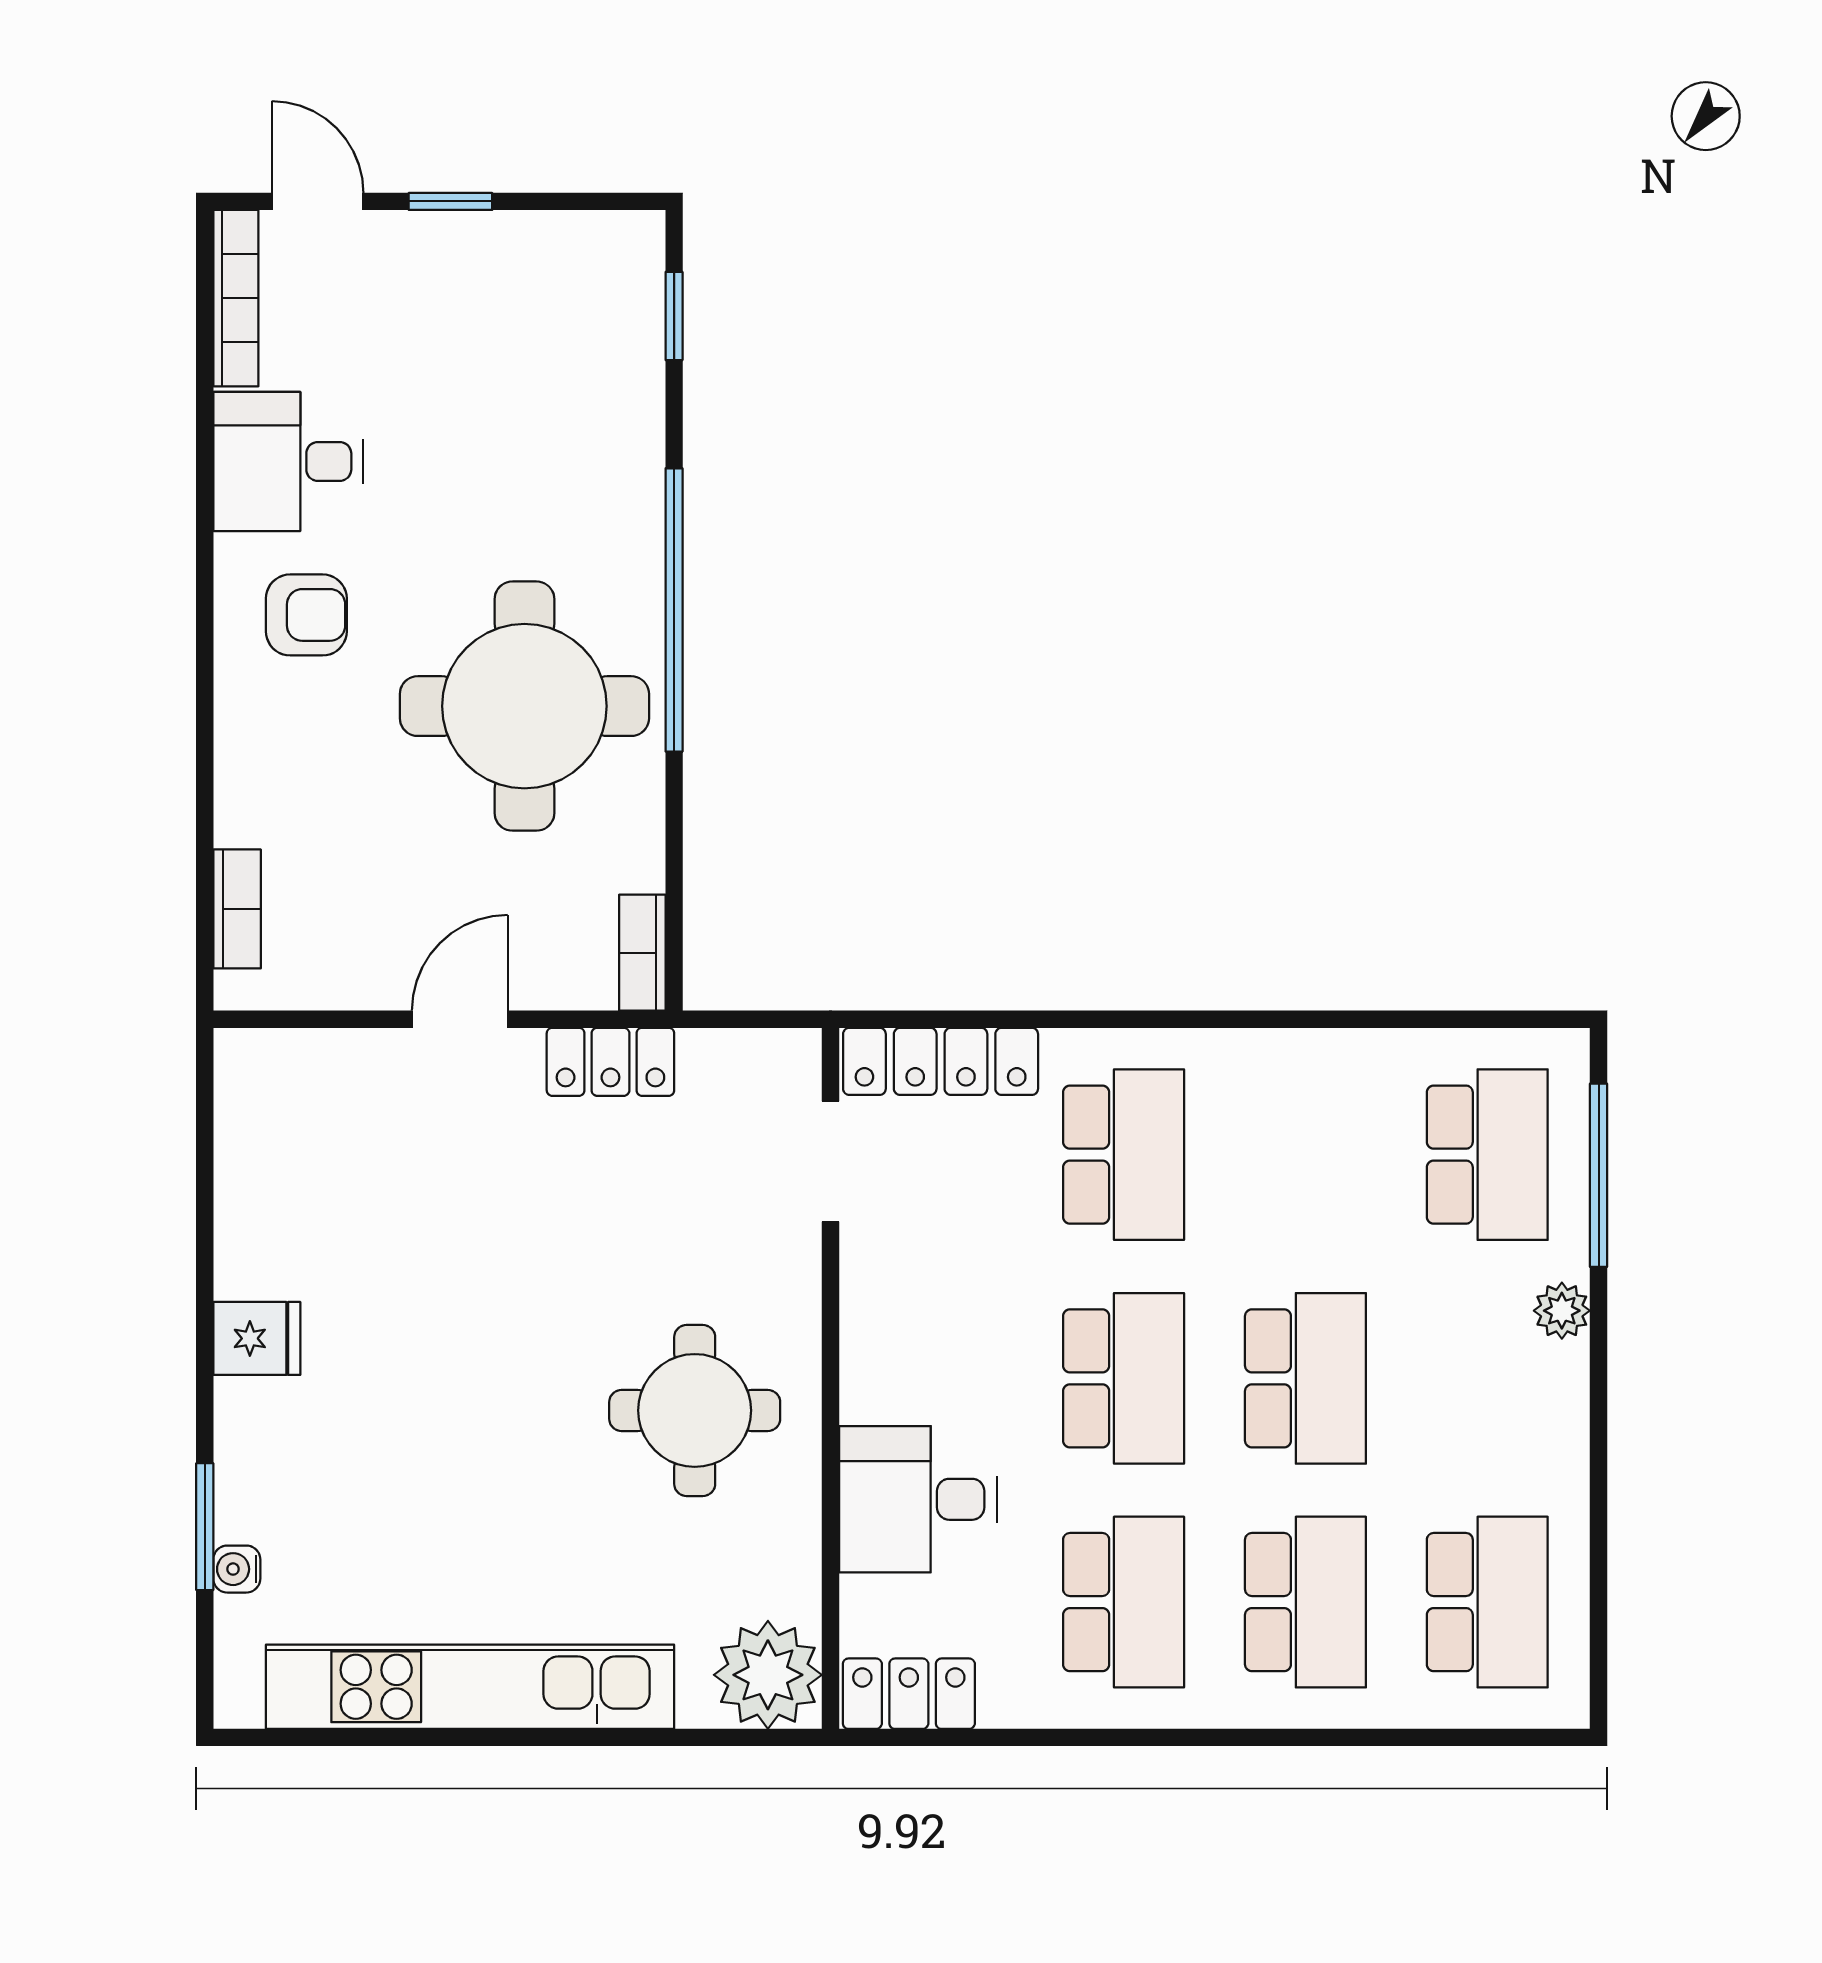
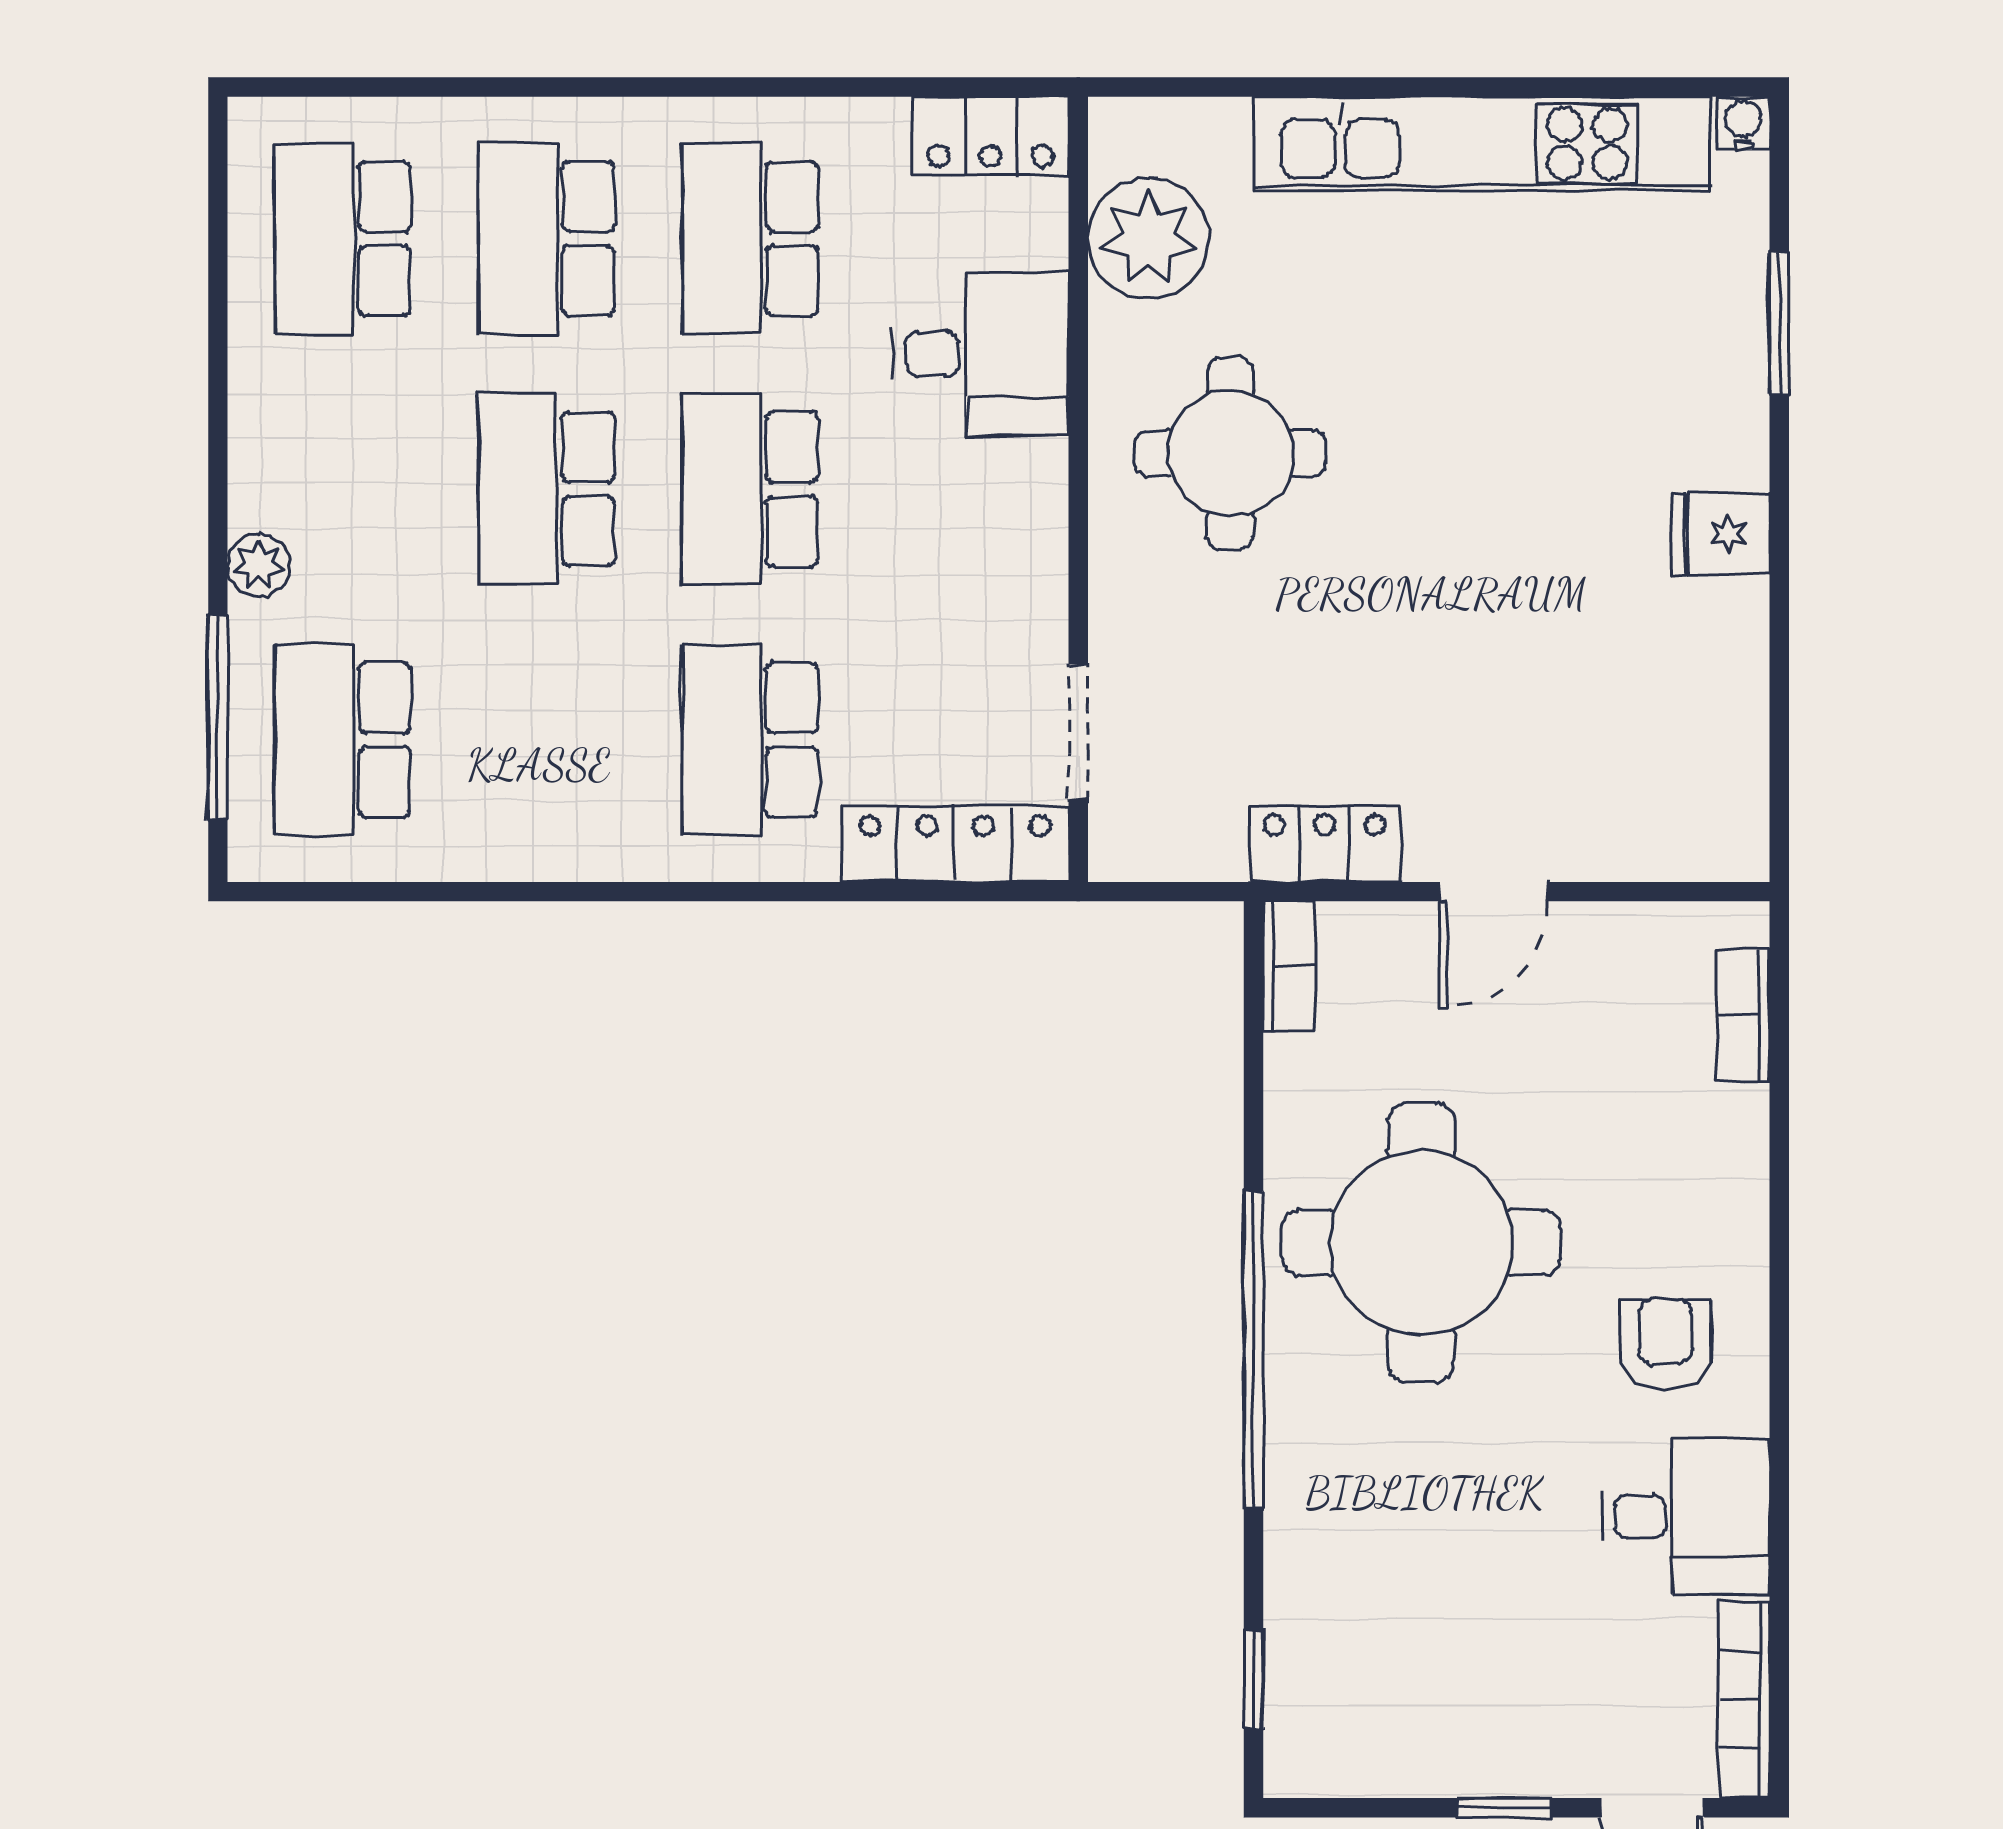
armchair: (306, 615) -> (1665, 1345), turned 90
water cooler: (237, 1569) -> (1743, 123), moved, turned -90
plant: (768, 1675) -> (1148, 238), moved

